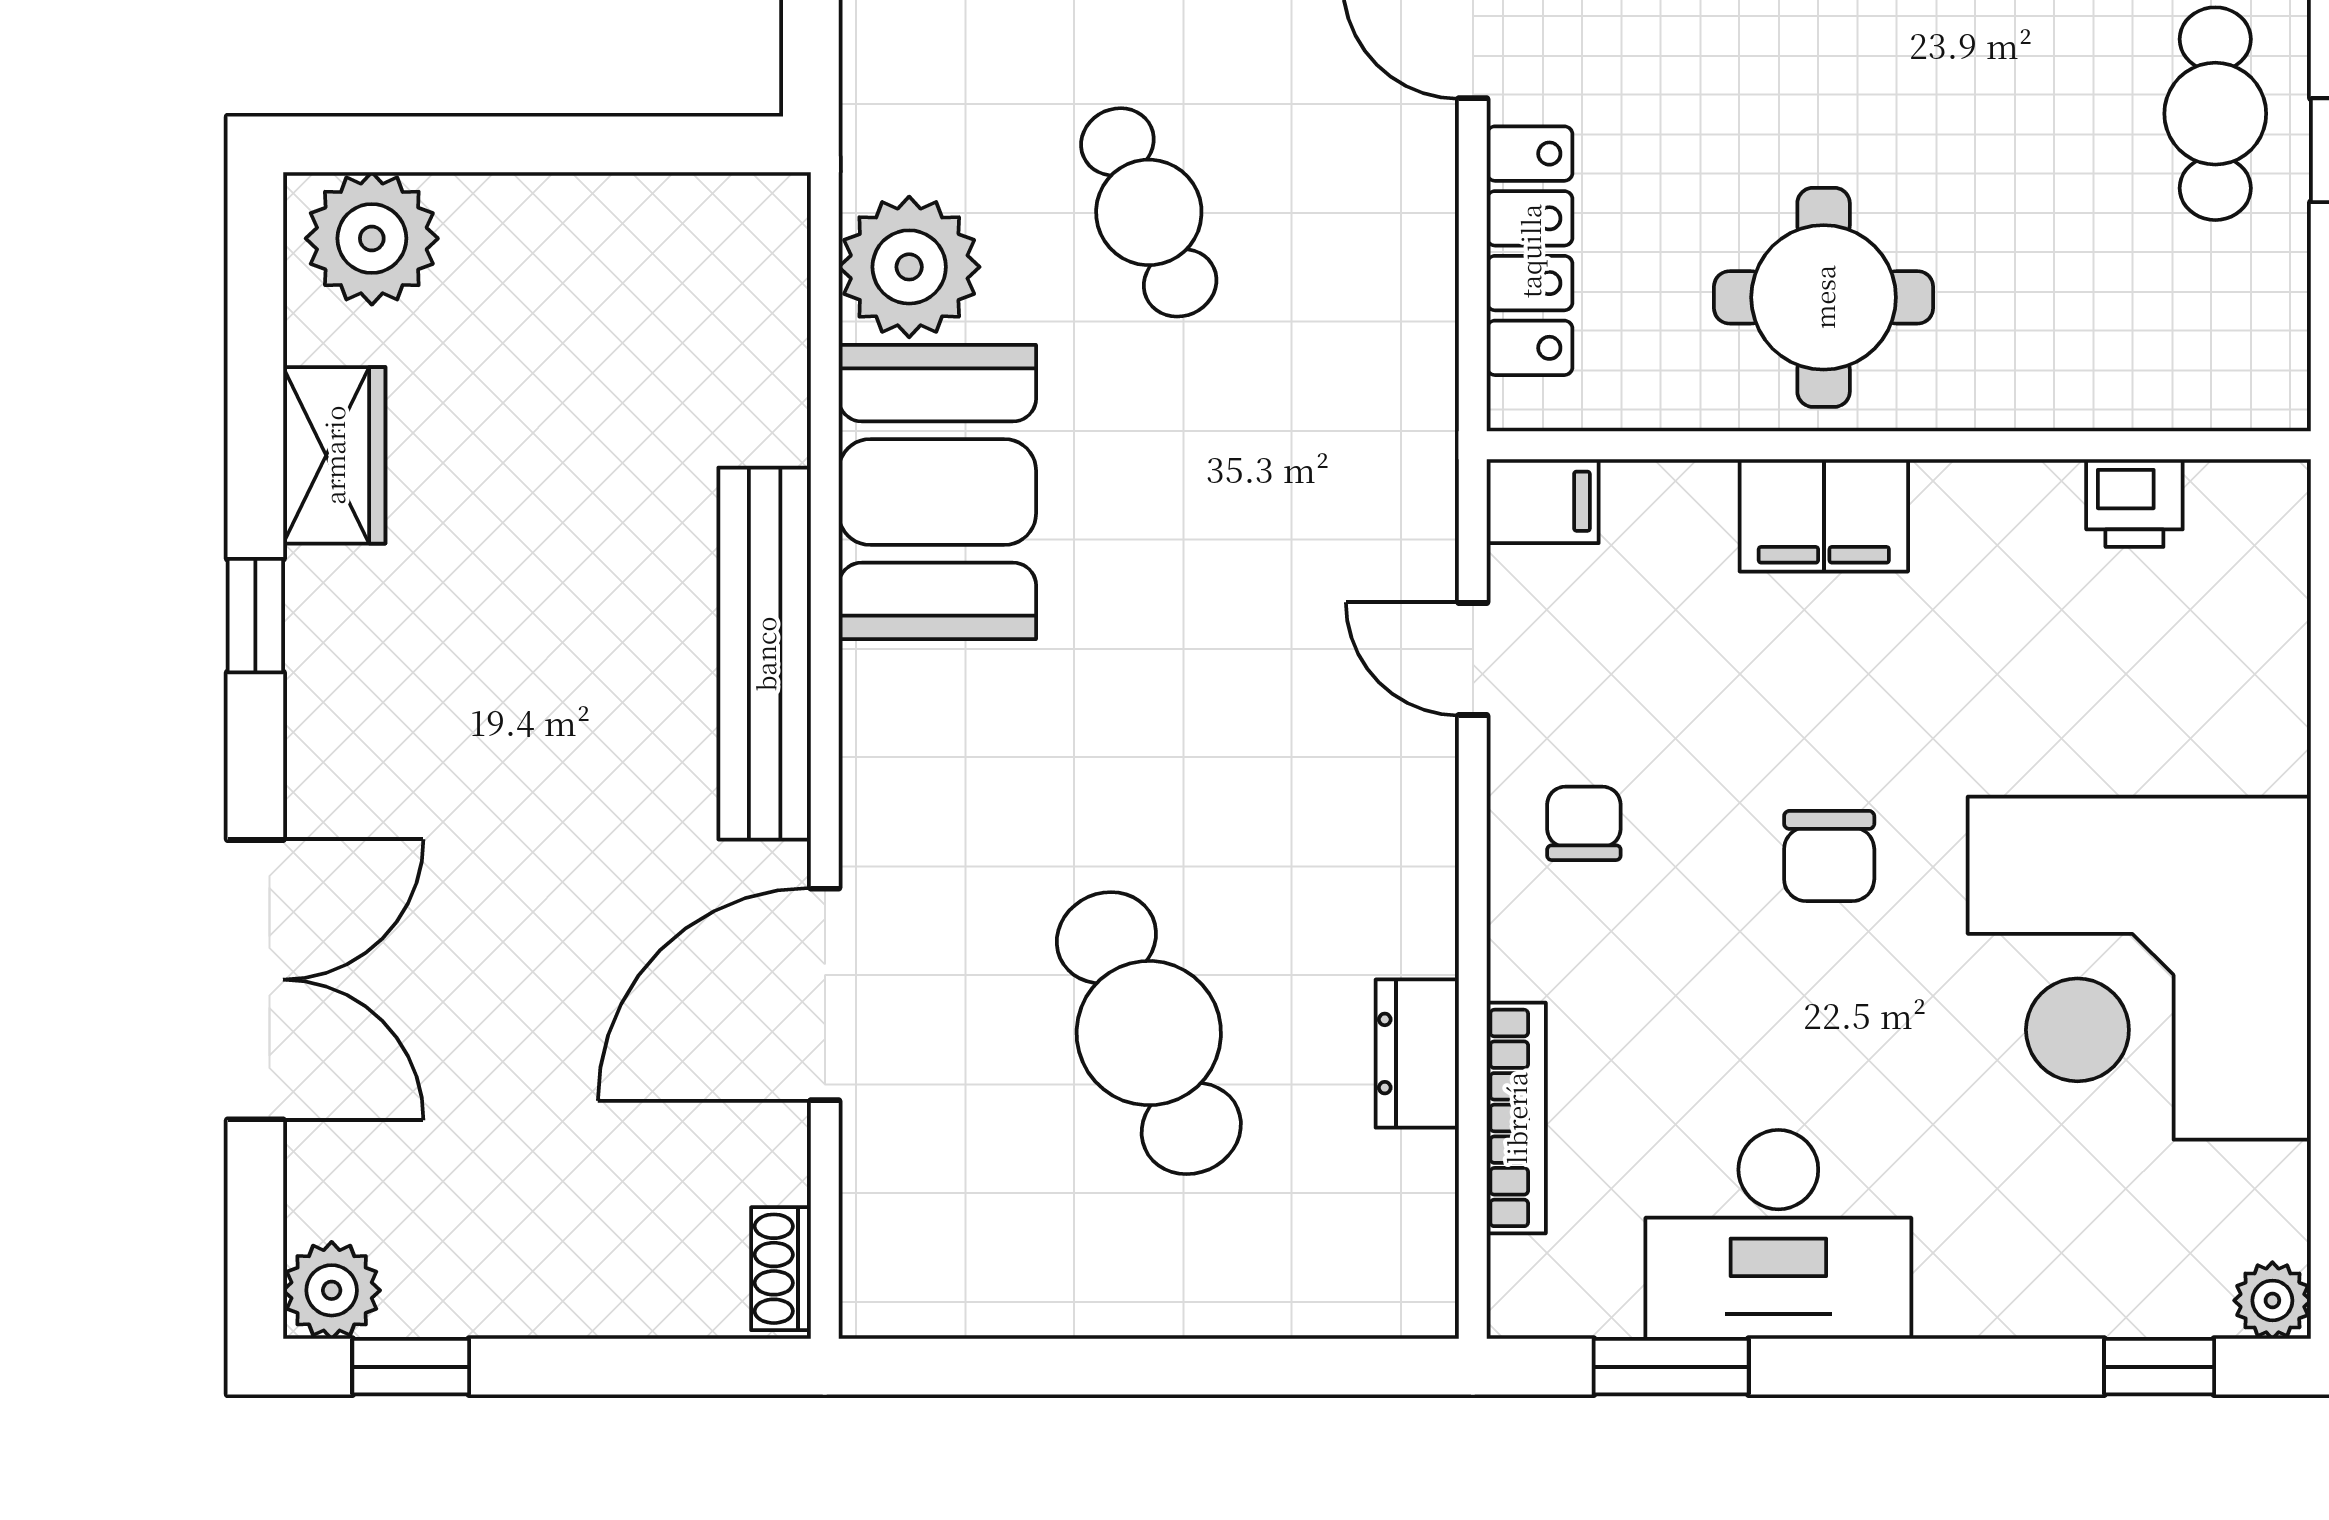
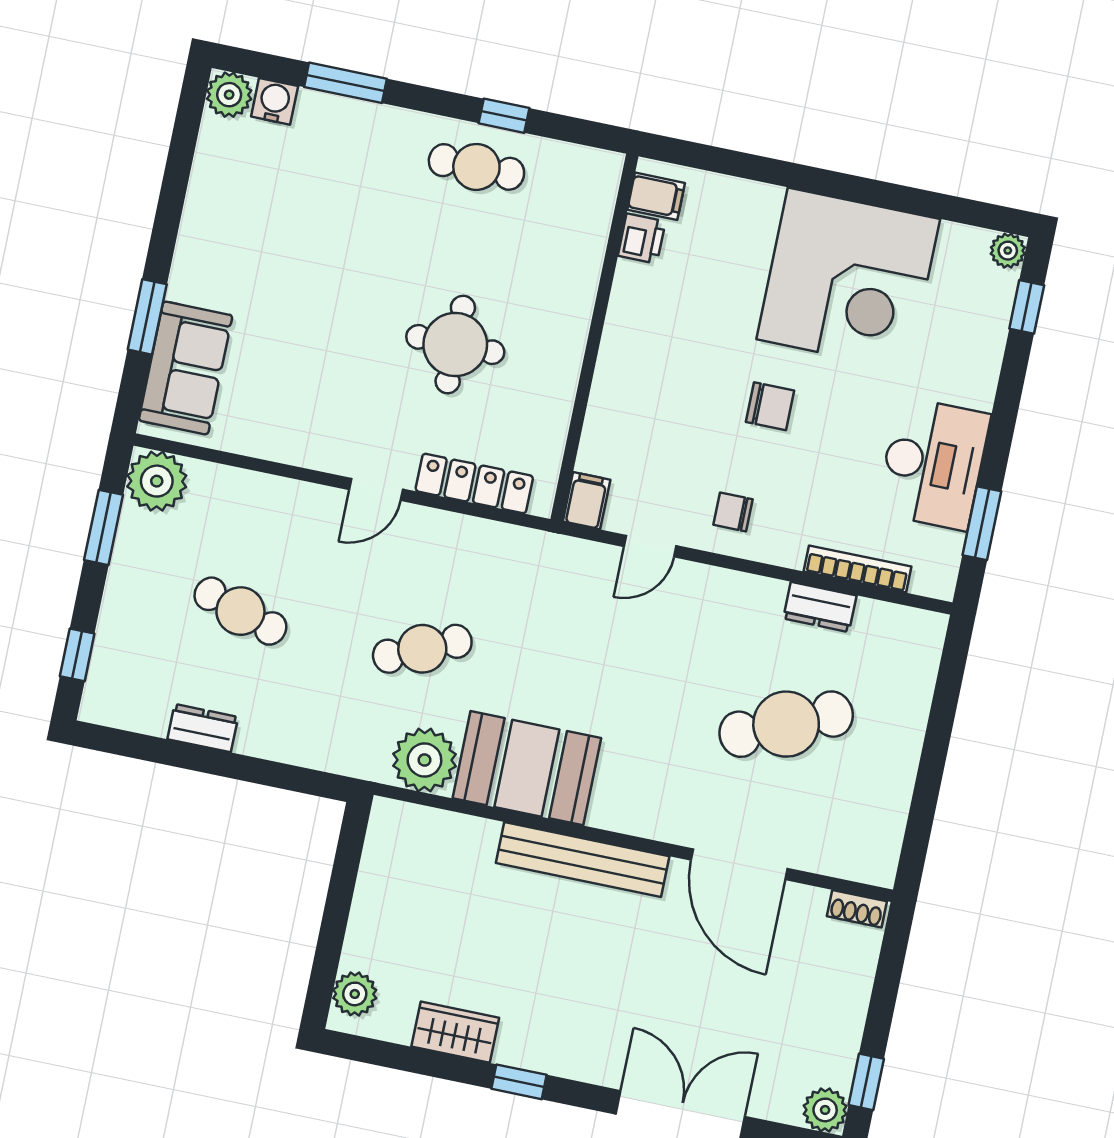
plant: (372, 238) -> (355, 994), width x0.73, depth x0.73
round table: (1824, 297) -> (455, 345), moved
filing cabinet: (1824, 515) -> (656, 196), moved, width x0.50

